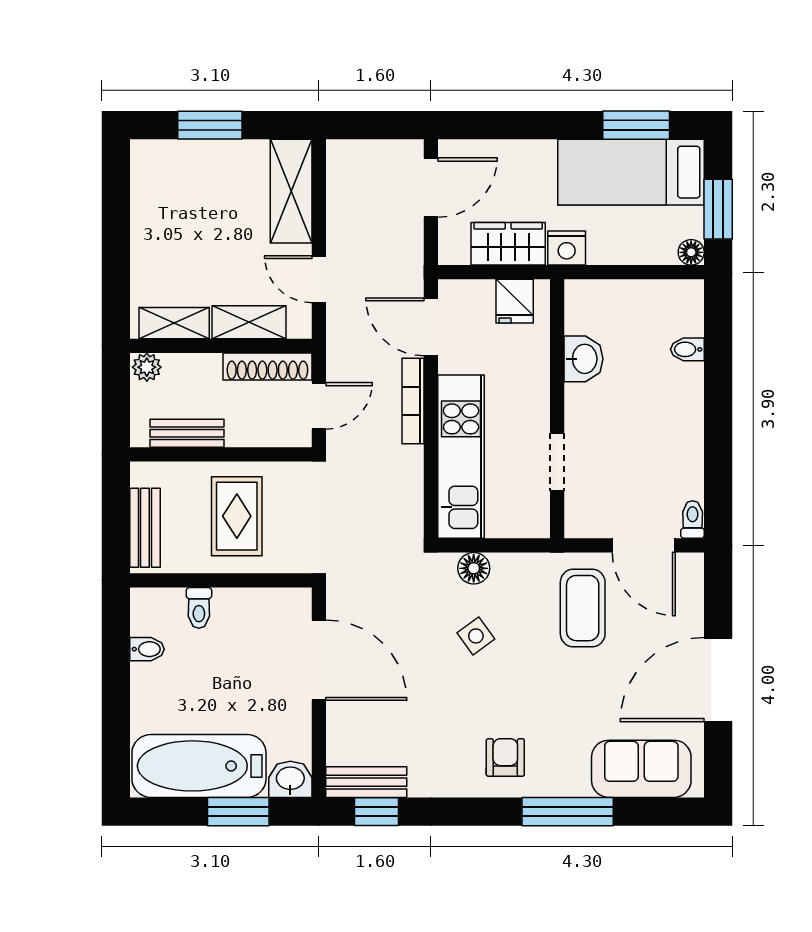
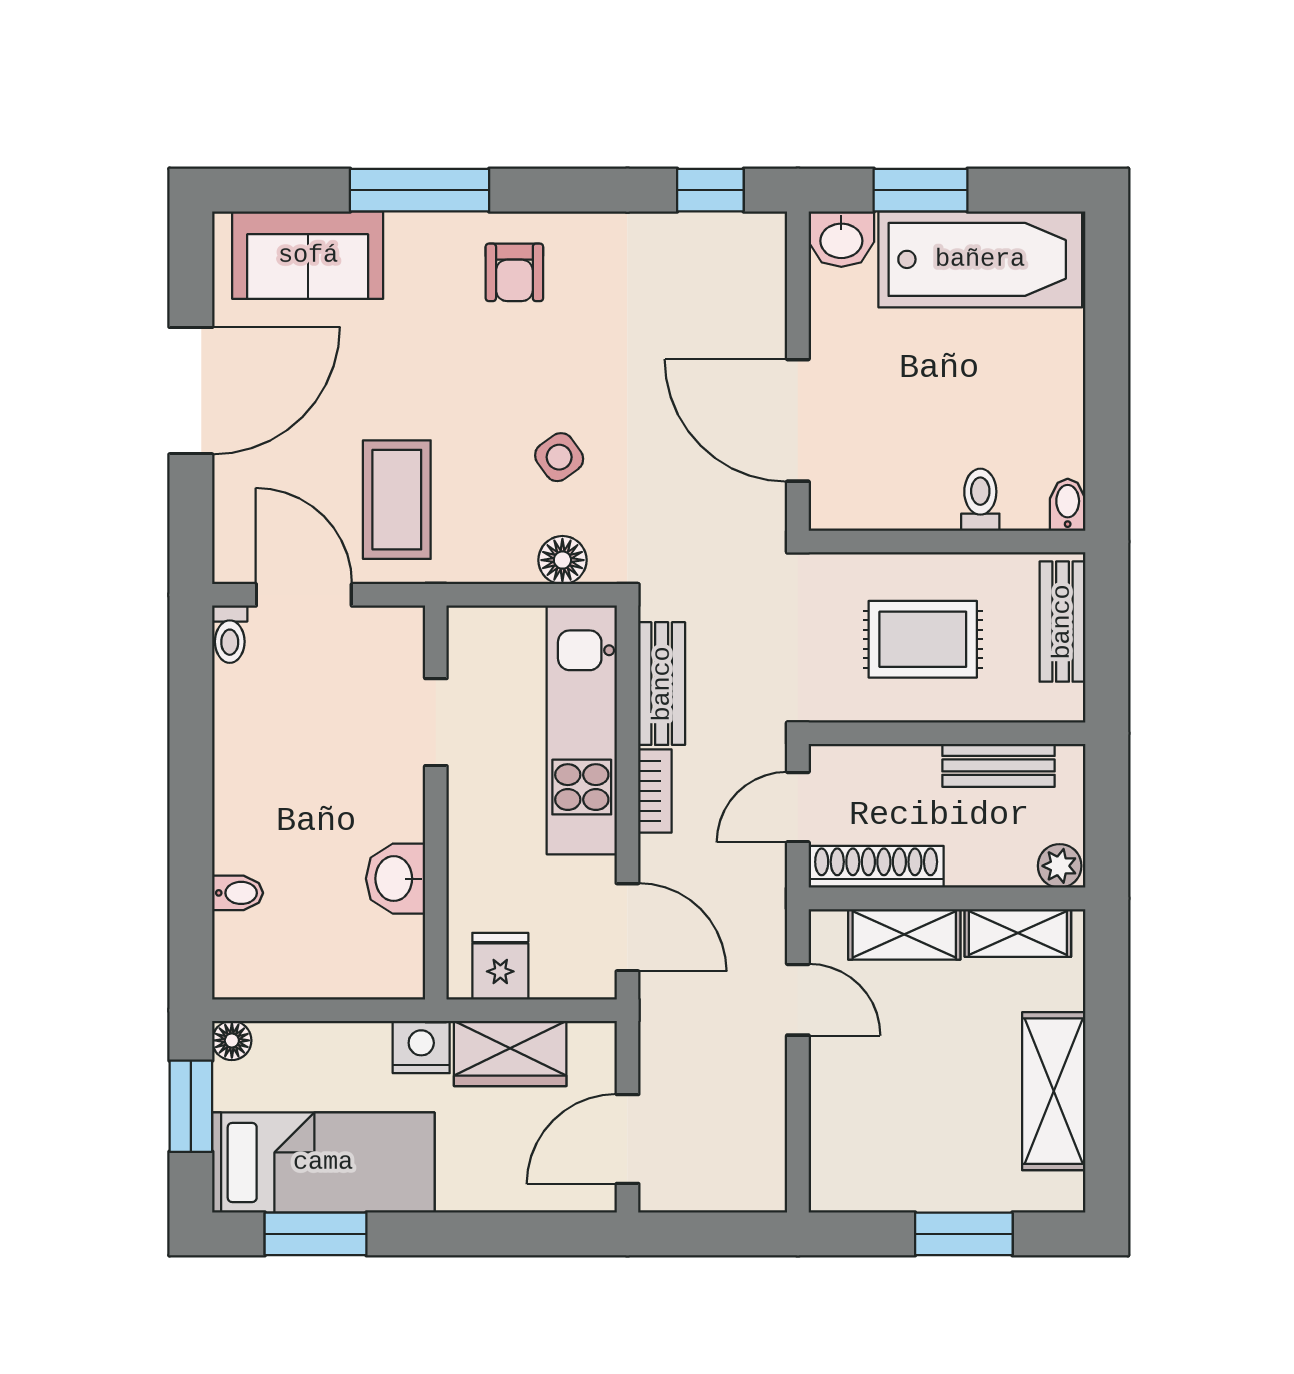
shelving: (291, 191) -> (1054, 1091), moved
bookcase: (413, 401) -> (655, 791), width x0.64
rug: (237, 516) -> (923, 639), turned 90
bidet: (147, 649) -> (1068, 505), moved, turned 90
bench: (366, 782) -> (662, 684), moved, turned 90

